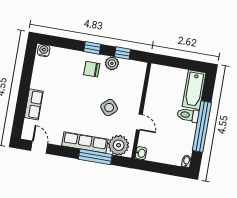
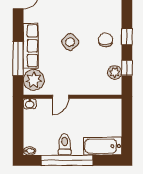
plant: (112, 63) -> (115, 72), moved
side table: (109, 108) -> (70, 42), moved
toilet: (188, 115) -> (65, 144), moved

